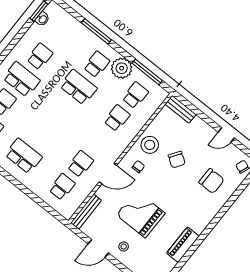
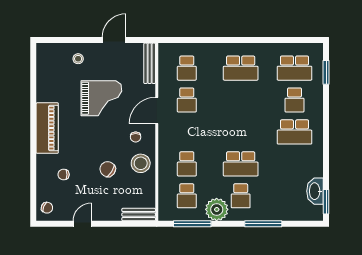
washbasin: (42, 19) -> (315, 191), width x1.91, depth x1.45
school desk: (40, 56) -> (295, 164), removed
chair: (211, 181) -> (64, 175), width x0.54, depth x0.54
piano: (183, 245) -> (47, 128), moved, width x1.37, depth x1.33
stool: (124, 247) -> (78, 59), moved

